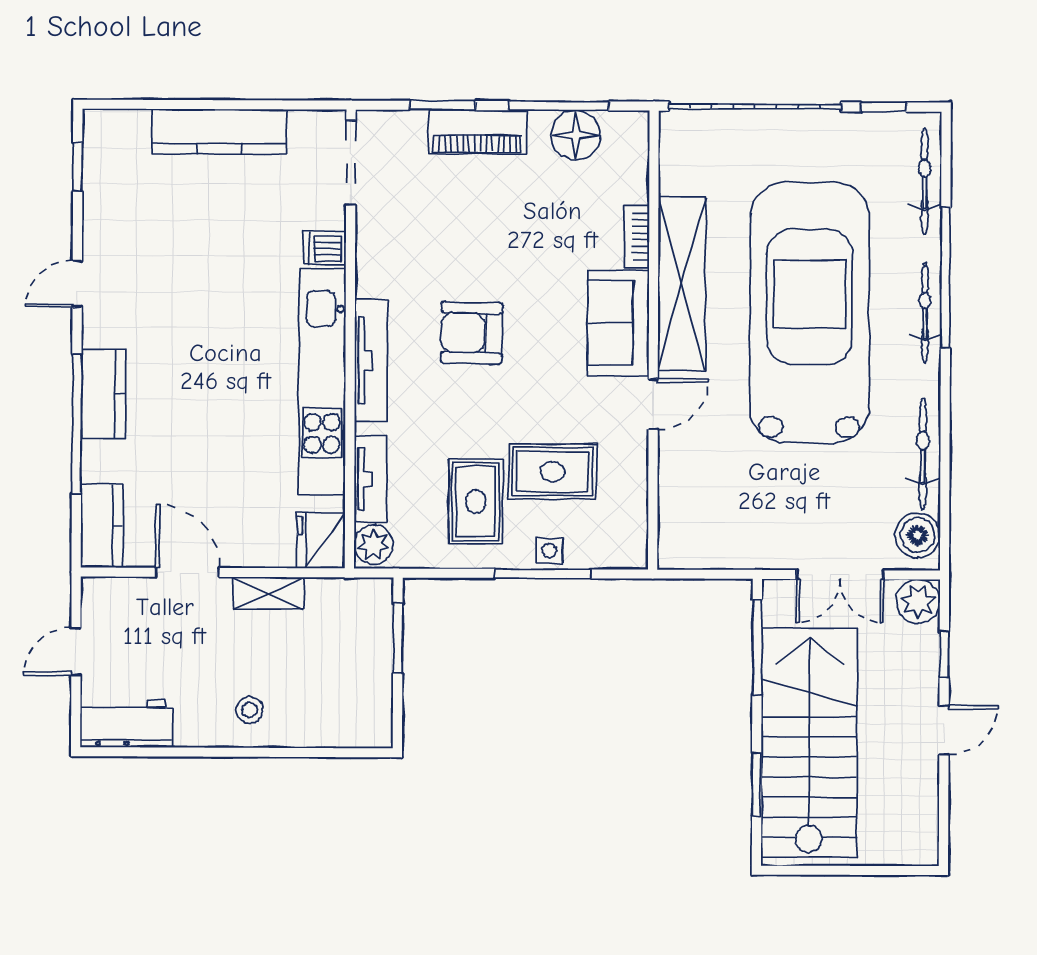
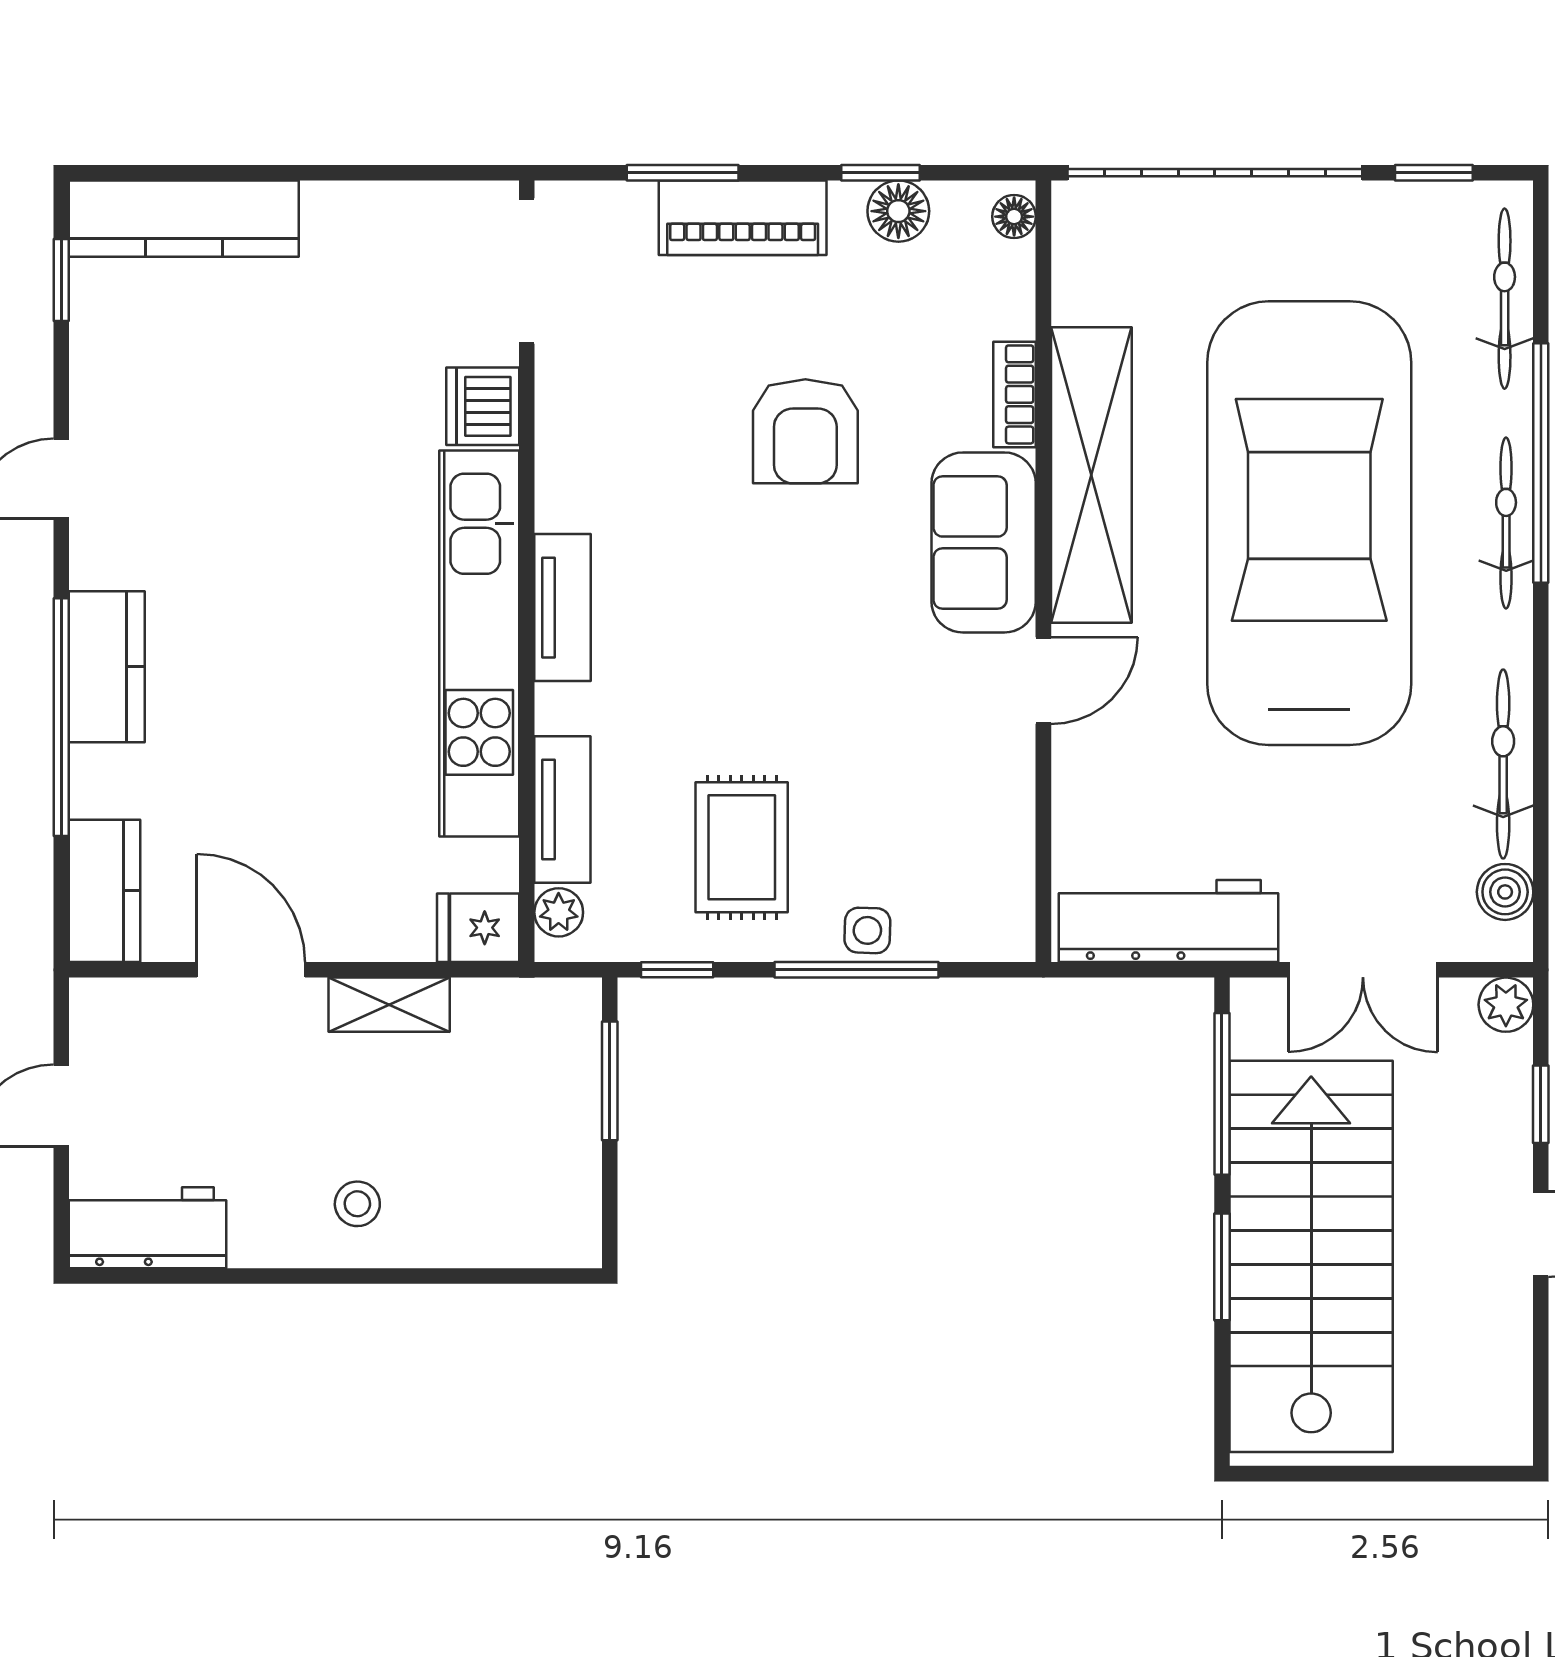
window: (559, 106) -> (881, 173), width x0.46
kitchen counter: (219, 132) -> (184, 219), moved
floor lamp: (637, 132) -> (1014, 217), added
floor lamp: (576, 135) -> (898, 211), width x0.73, depth x0.73
dishwasher: (325, 248) -> (483, 406), width x1.38
armchair: (472, 333) -> (805, 431), moved, turned -91
tv unit: (371, 360) -> (563, 608), width x0.71
rug: (553, 472) -> (873, 796), removed
boiler: (918, 535) -> (1505, 892), width x0.73, depth x0.73
fridge: (321, 540) -> (478, 928), width x0.72
plant: (374, 545) -> (559, 912), width x0.73, depth x0.73
workbench: (726, 546) -> (1169, 921), added
window: (438, 573) -> (677, 970), added
plant: (918, 601) -> (1506, 1005), width x0.73, depth x0.73
window: (757, 784) -> (1222, 1267), moved

